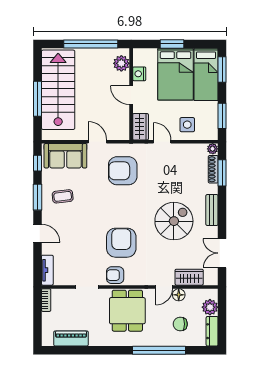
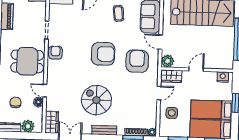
plant: (121, 63) -> (168, 61), moved
nightstand: (139, 74) -> (223, 77), moved
bed: (176, 74) -> (211, 110), width x0.67
door: (97, 142) -> (160, 42), swing flipped
spiral stairs: (174, 221) -> (96, 100), turned 180
armchair: (121, 243) -> (103, 54), moved
wardrobe: (189, 277) -> (52, 122), moved

